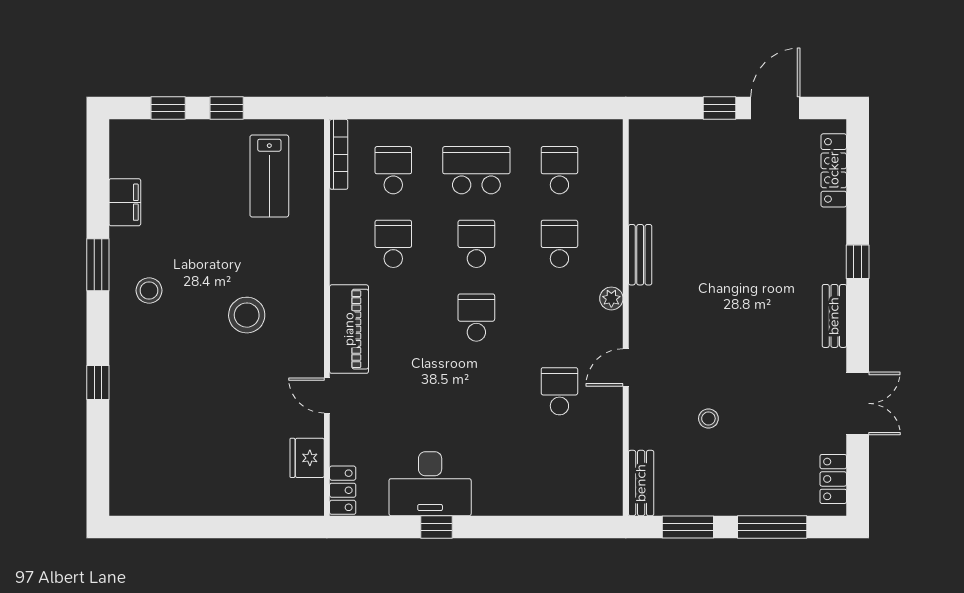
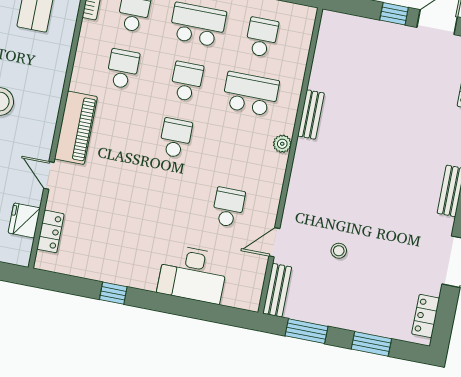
school desk: (559, 244) -> (251, 94), width x1.85
door: (626, 367) -> (274, 242), moved
desk: (430, 484) -> (193, 274), moved
locker: (343, 490) -> (50, 231), moved
window: (772, 527) -> (371, 344), width x0.69

